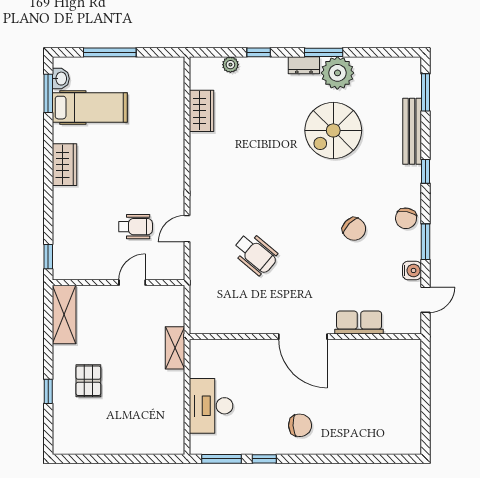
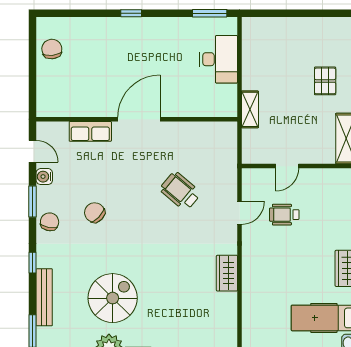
wardrobe: (202, 111) -> (227, 273), moved
door: (426, 300) -> (33, 151), swing flipped
door: (303, 337) -> (139, 119), hinge flipped
chair: (300, 425) -> (52, 49), moved, turned 87
window: (264, 459) -> (131, 13), moved

